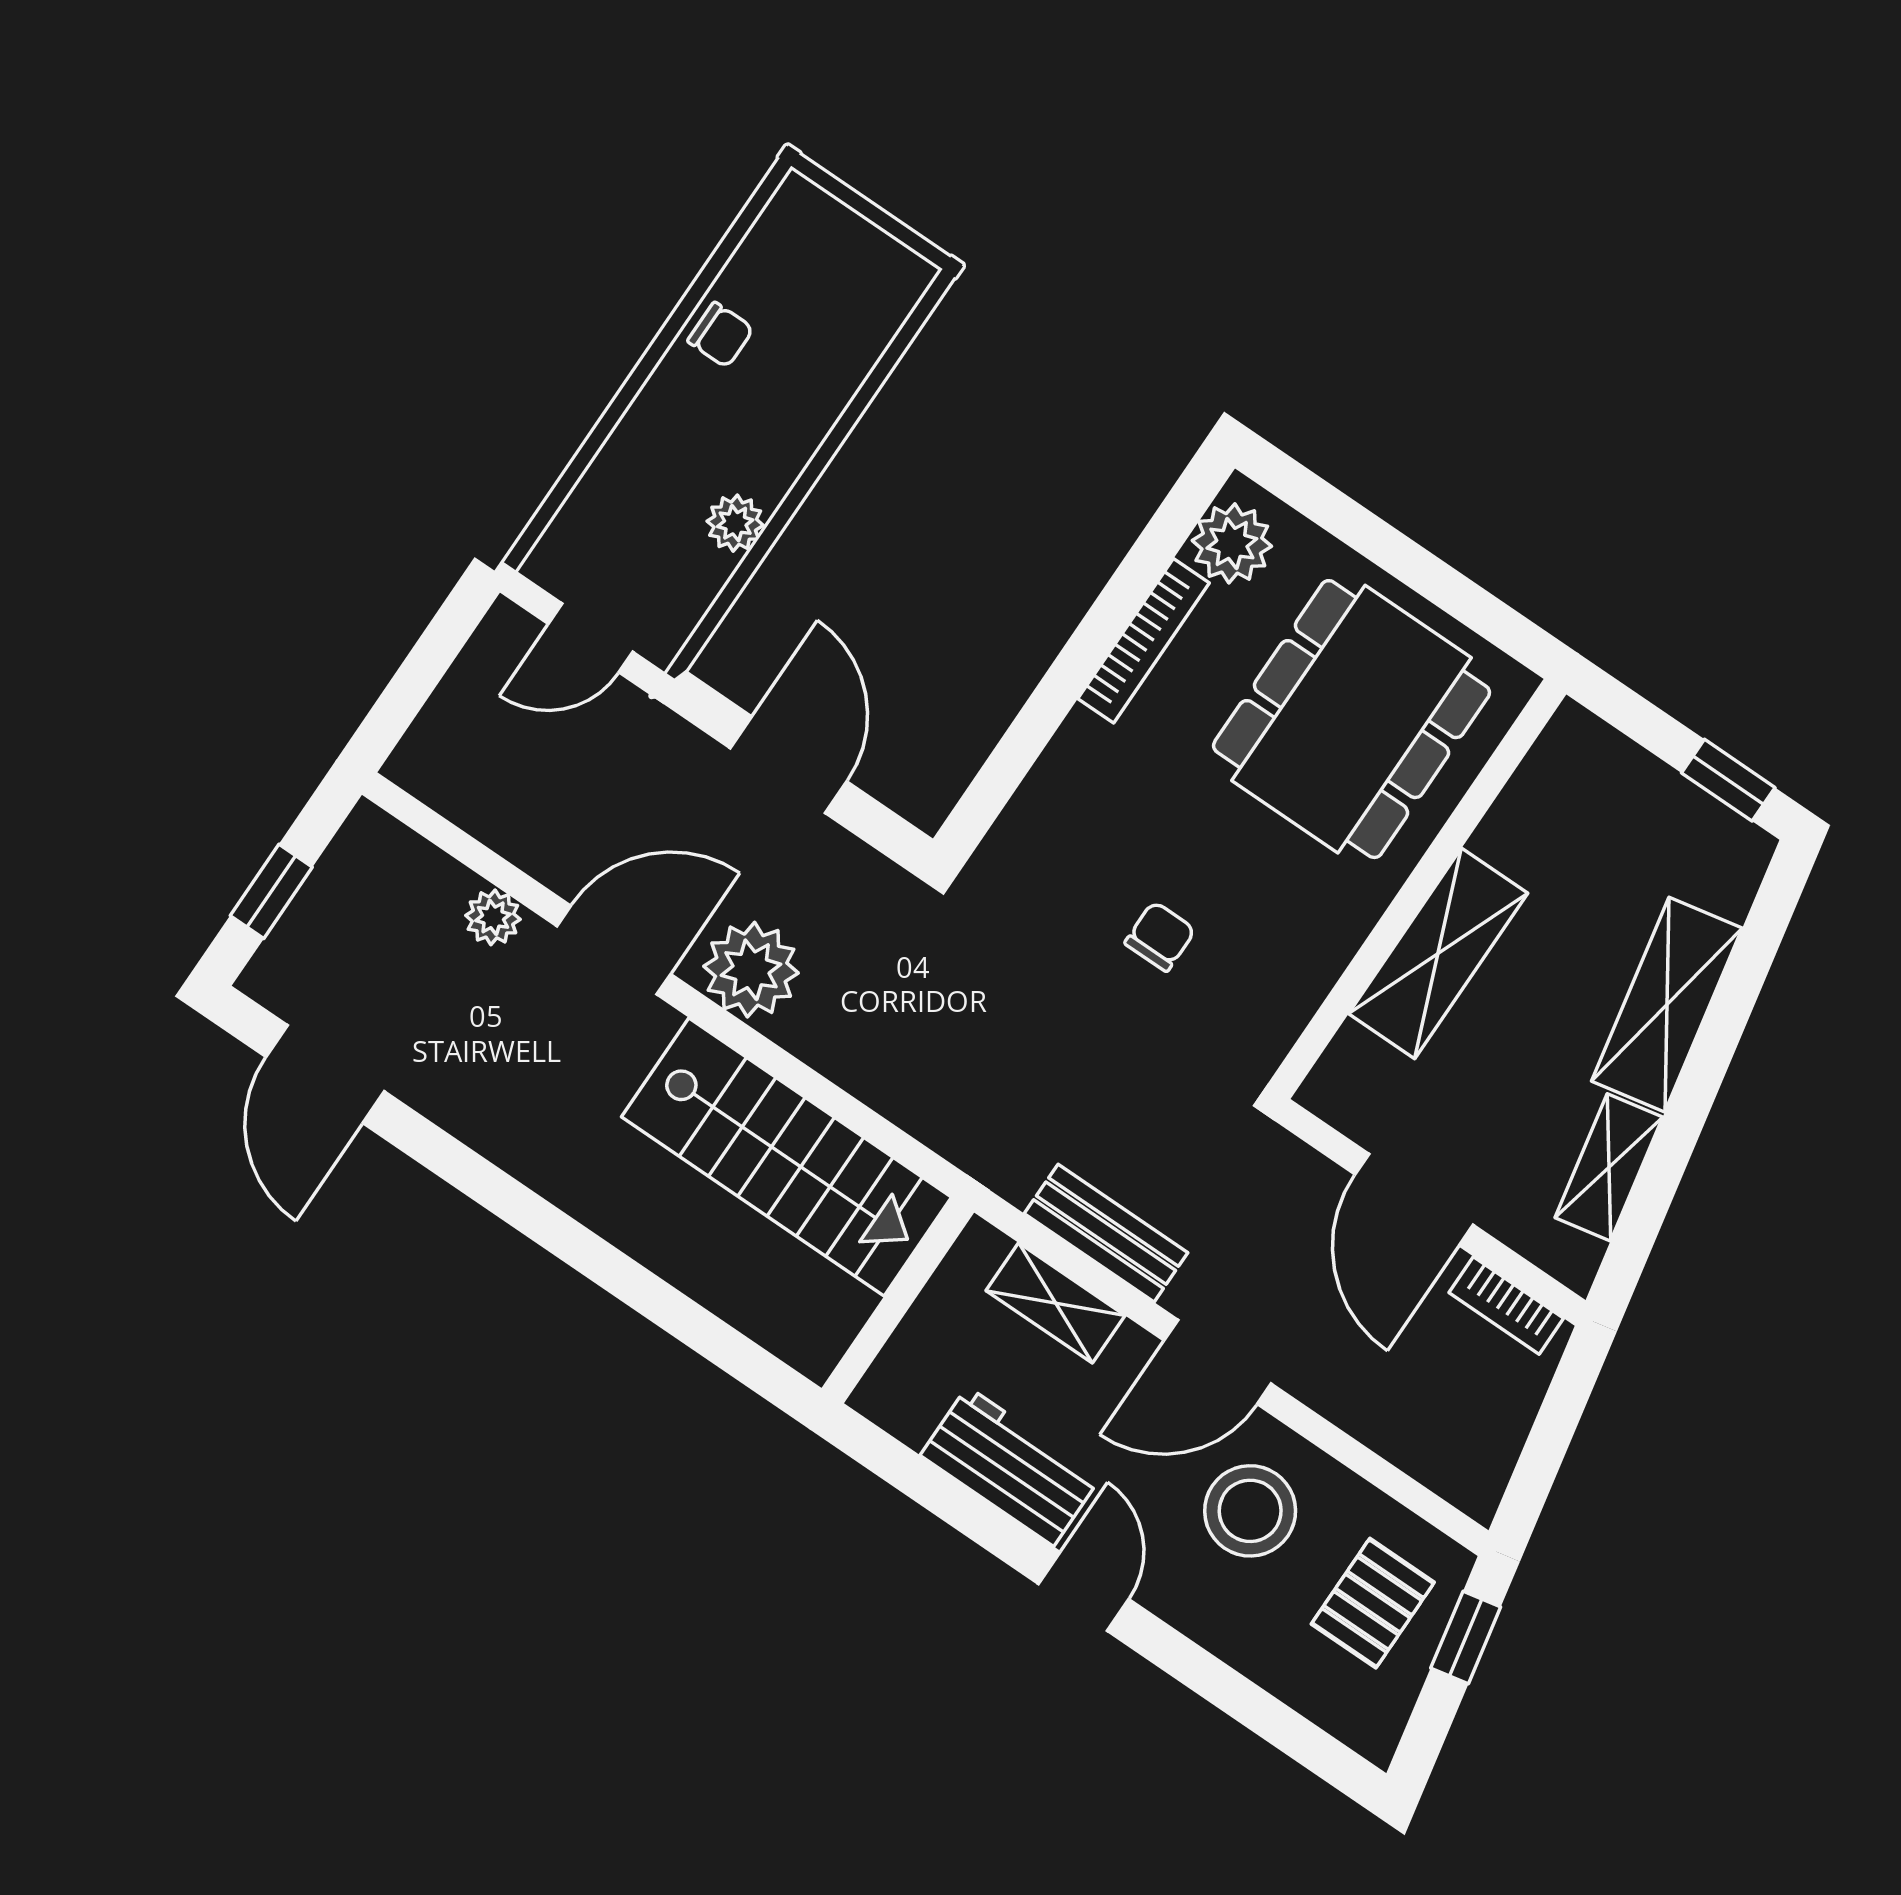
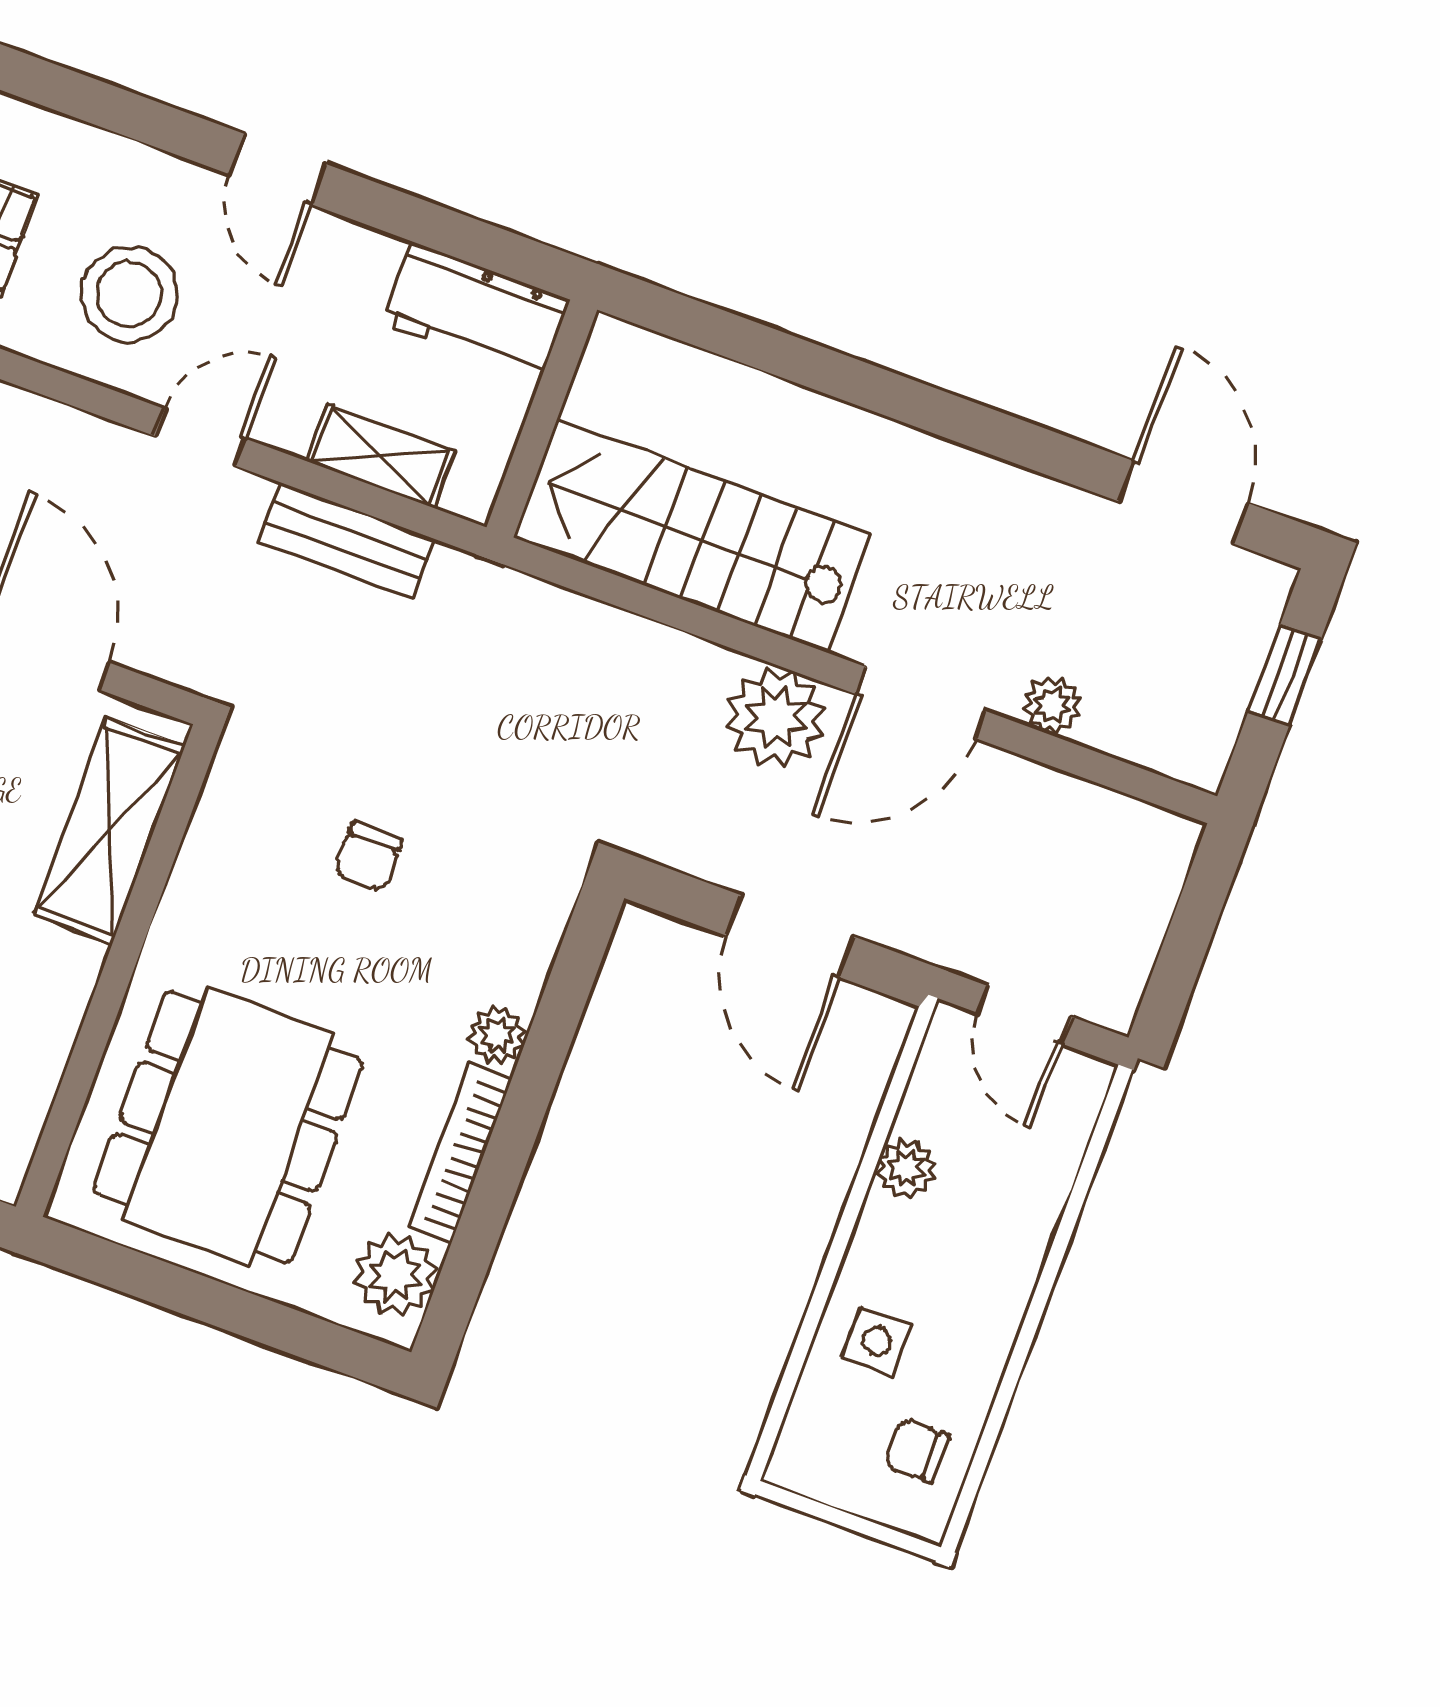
chair: (721, 335) -> (917, 1451), moved
side table: (803, 371) -> (877, 1341), added
door: (590, 638) -> (1025, 1015), swing flipped
plant: (1082, 742) -> (497, 1035), added
shelving: (1438, 953) -> (109, 831), moved
door: (1218, 1362) -> (200, 437), width x0.73
workbench: (1010, 1466) -> (475, 311), moved

